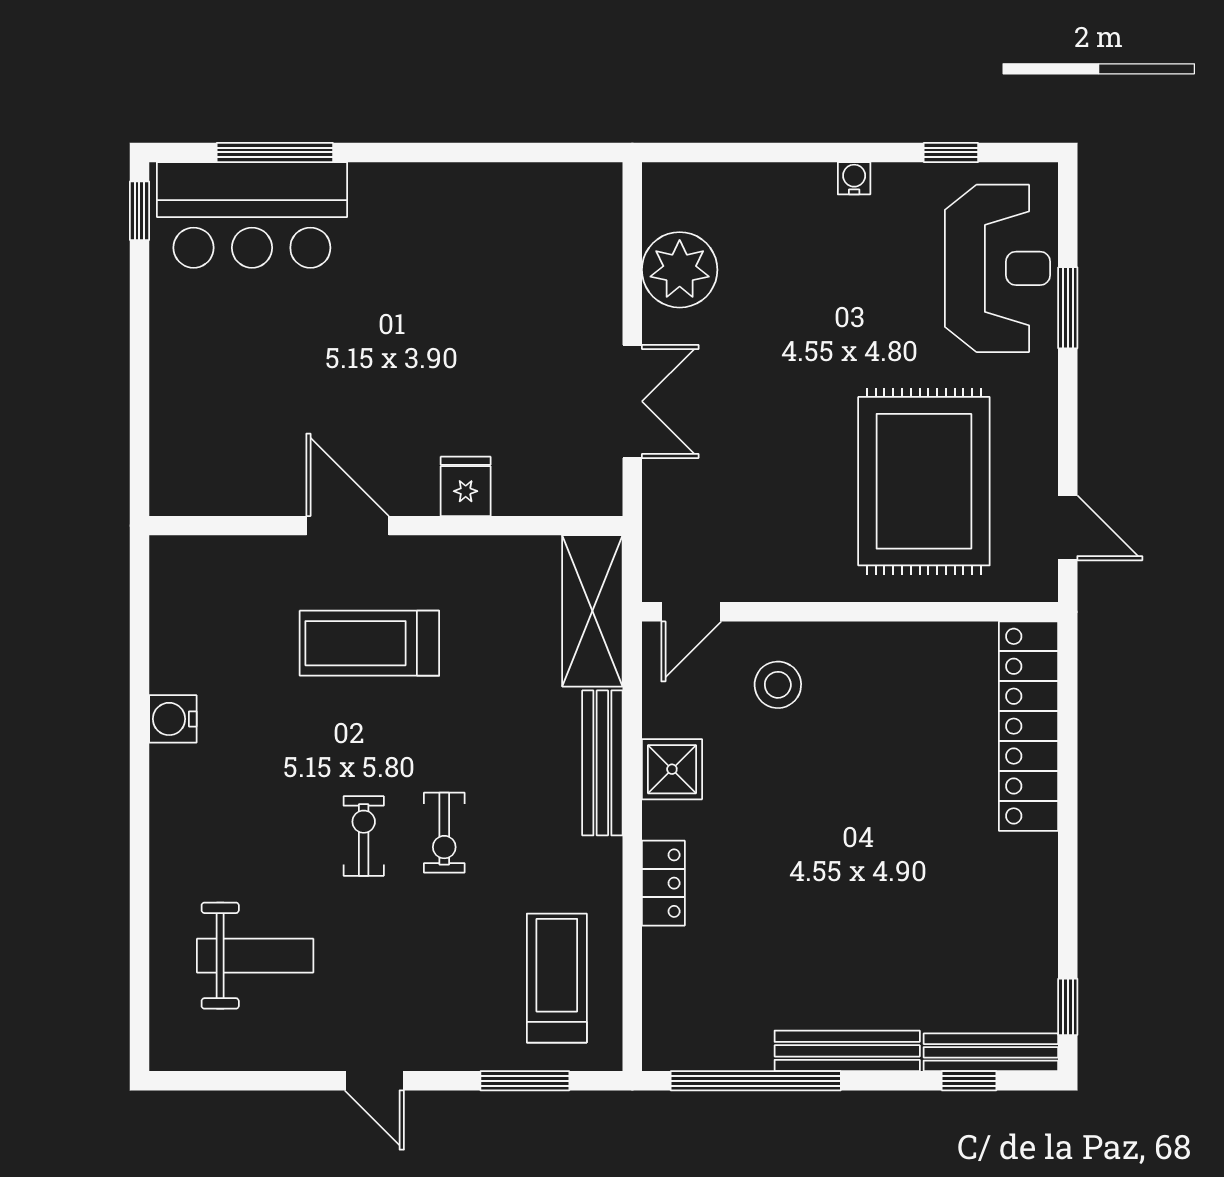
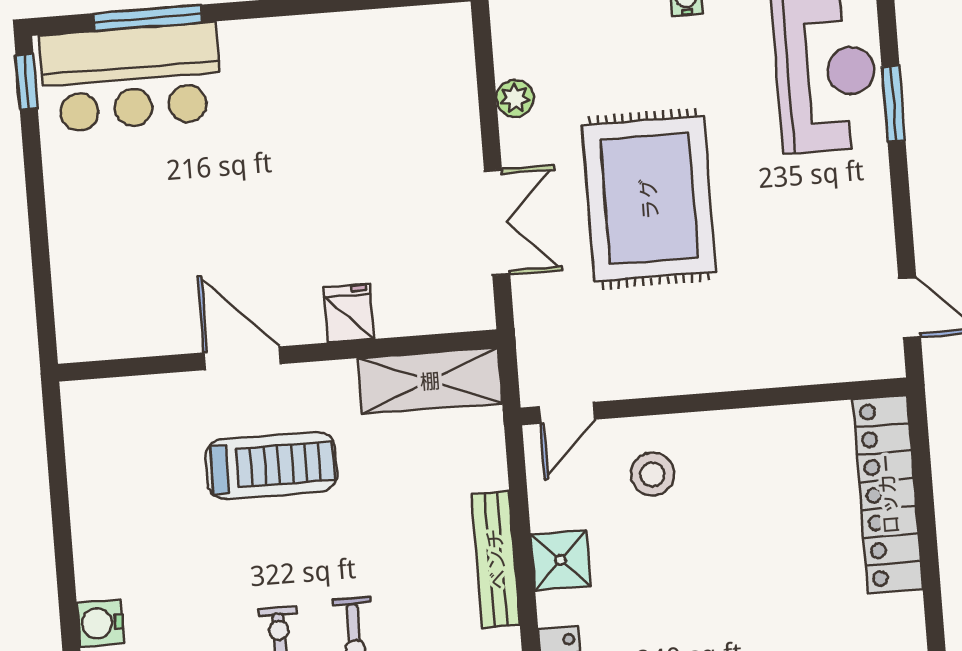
plant: (680, 270) -> (515, 98), width x0.53, depth x0.53
rug: (924, 481) -> (649, 199), moved
shelving: (592, 611) -> (430, 381), moved, turned 90
treadmill: (369, 643) -> (271, 465), turned 180
water cooler: (173, 719) -> (100, 623), moved

